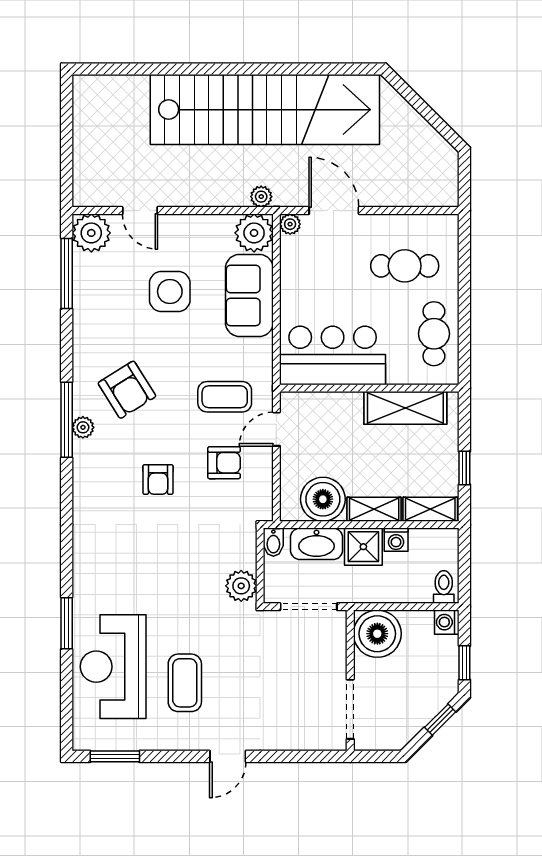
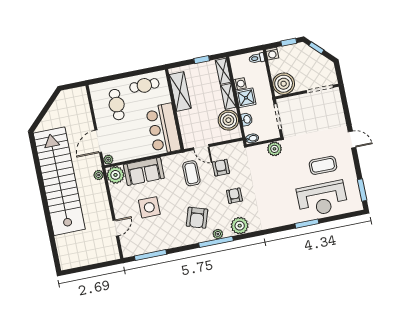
plant: (91, 233) -> (240, 226), moved
armchair: (127, 390) -> (197, 218), turned 140
armchair: (158, 479) -> (234, 196), turned -90
washbasin: (317, 544) -> (247, 119), width x0.52, depth x0.69

